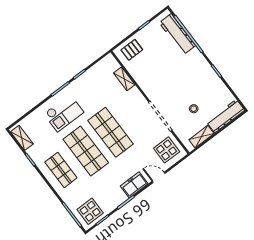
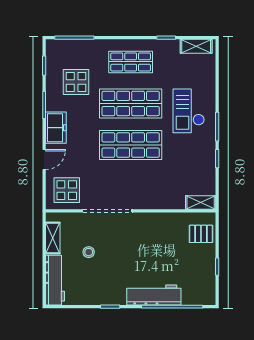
workbench: (177, 34) -> (154, 295), moved
pallet: (132, 50) -> (201, 234), turned 90
shelving: (124, 79) -> (201, 203), moved
display table: (90, 211) -> (76, 82), moved

